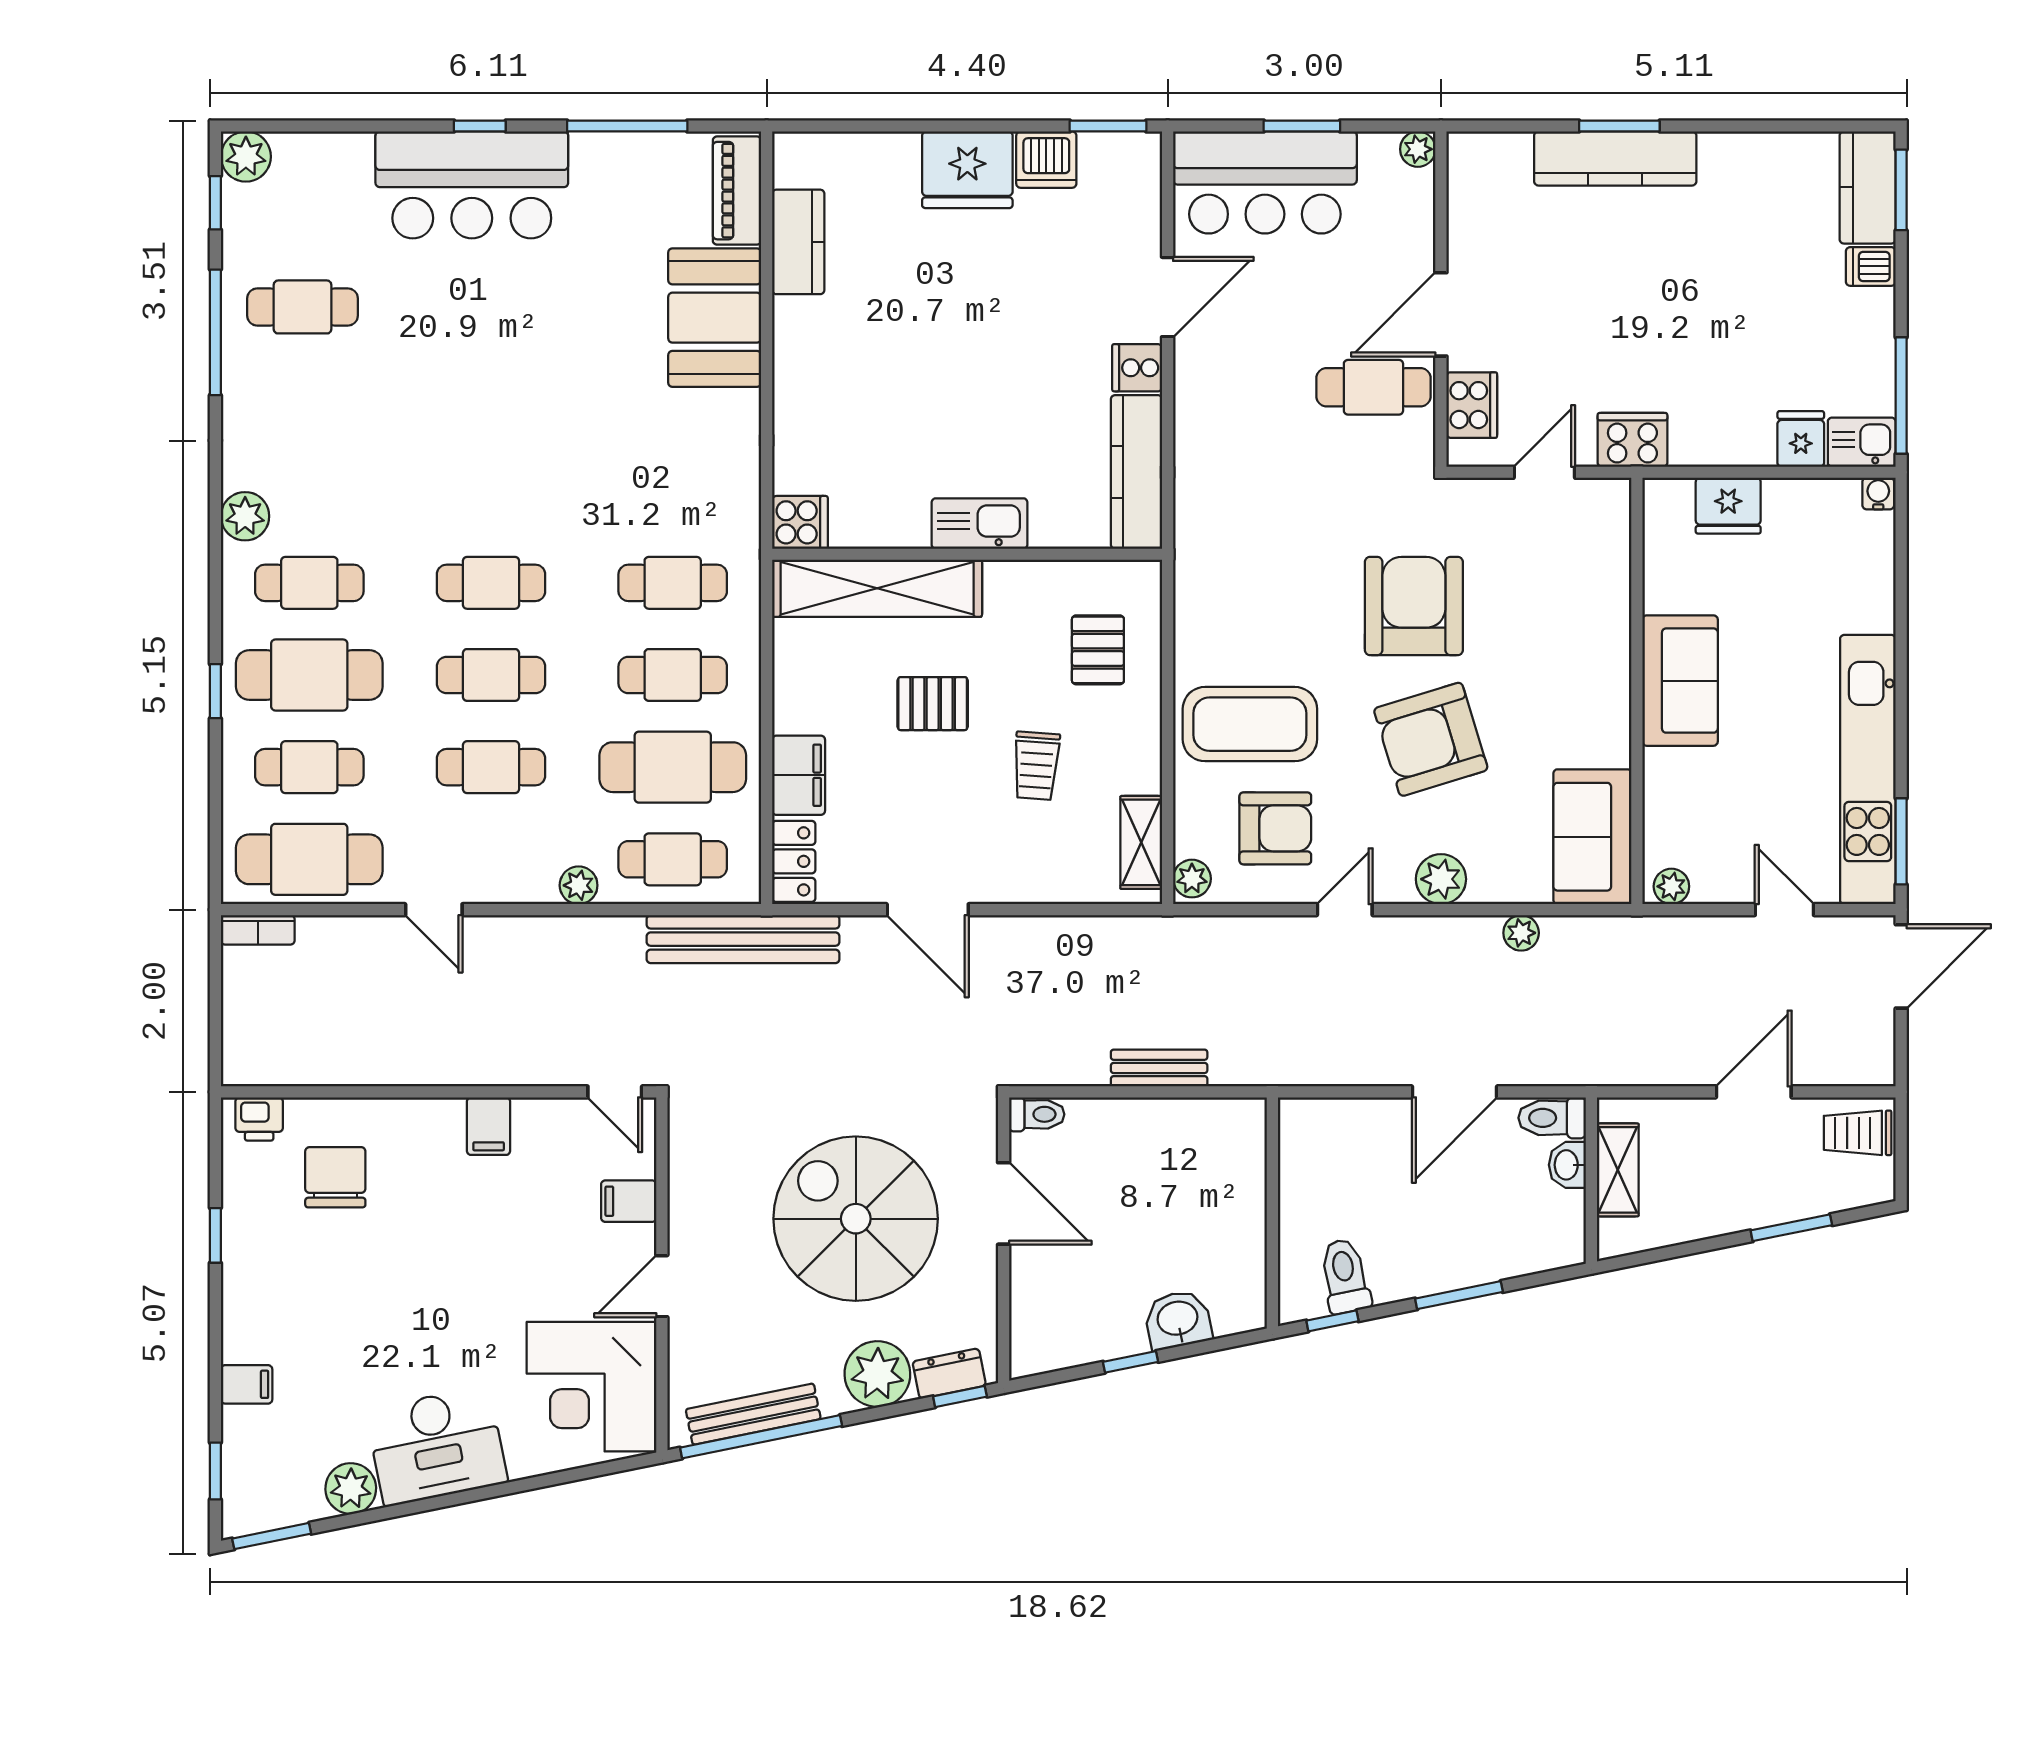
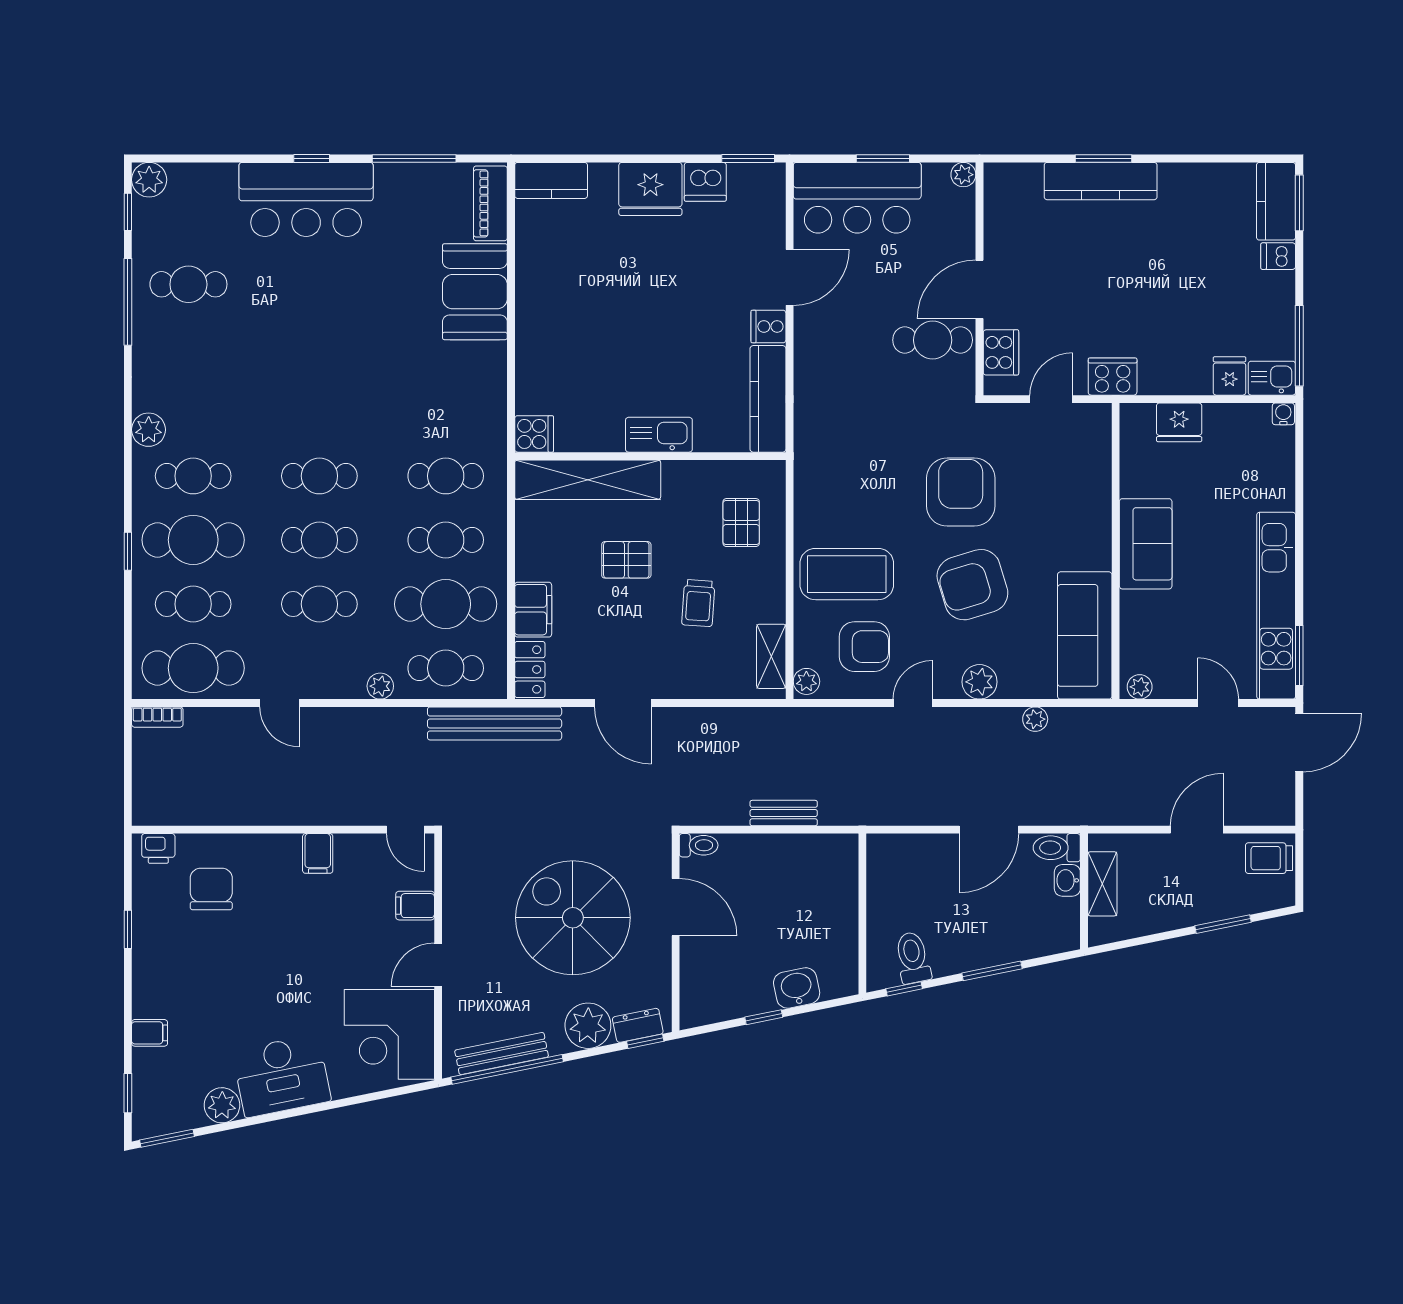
kitchen counter: (798, 242) -> (551, 180), moved, turned 90
sofa: (1592, 837) -> (1085, 635), width x1.36

